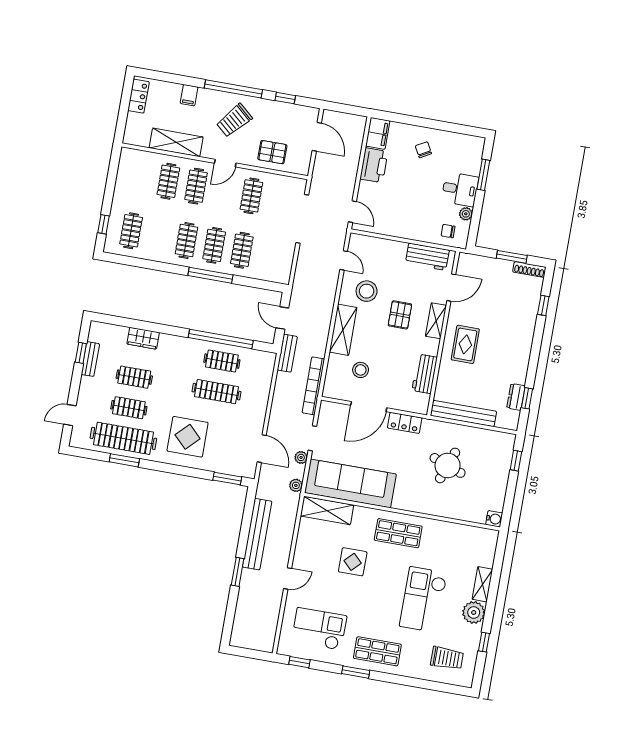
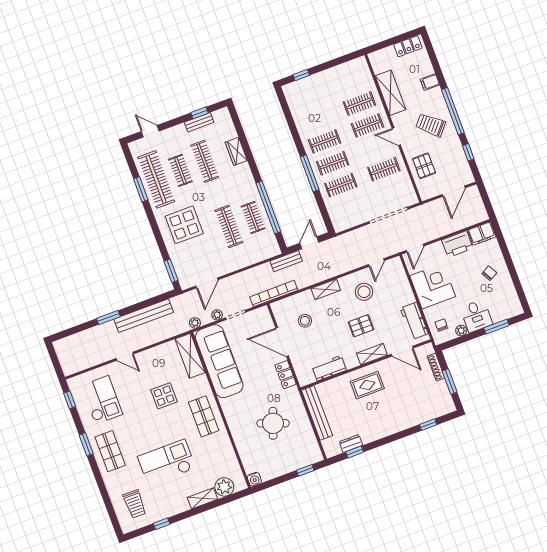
corner desk: (402, 216) -> (433, 286), added
clothes rail: (131, 231) -> (308, 98), removed
shoe rack: (529, 270) -> (436, 367), moved
shelving: (343, 330) -> (326, 289), width x0.67, depth x0.75
clothes rail: (134, 377) -> (205, 161), width x1.36
plant: (474, 612) -> (224, 487), moved

